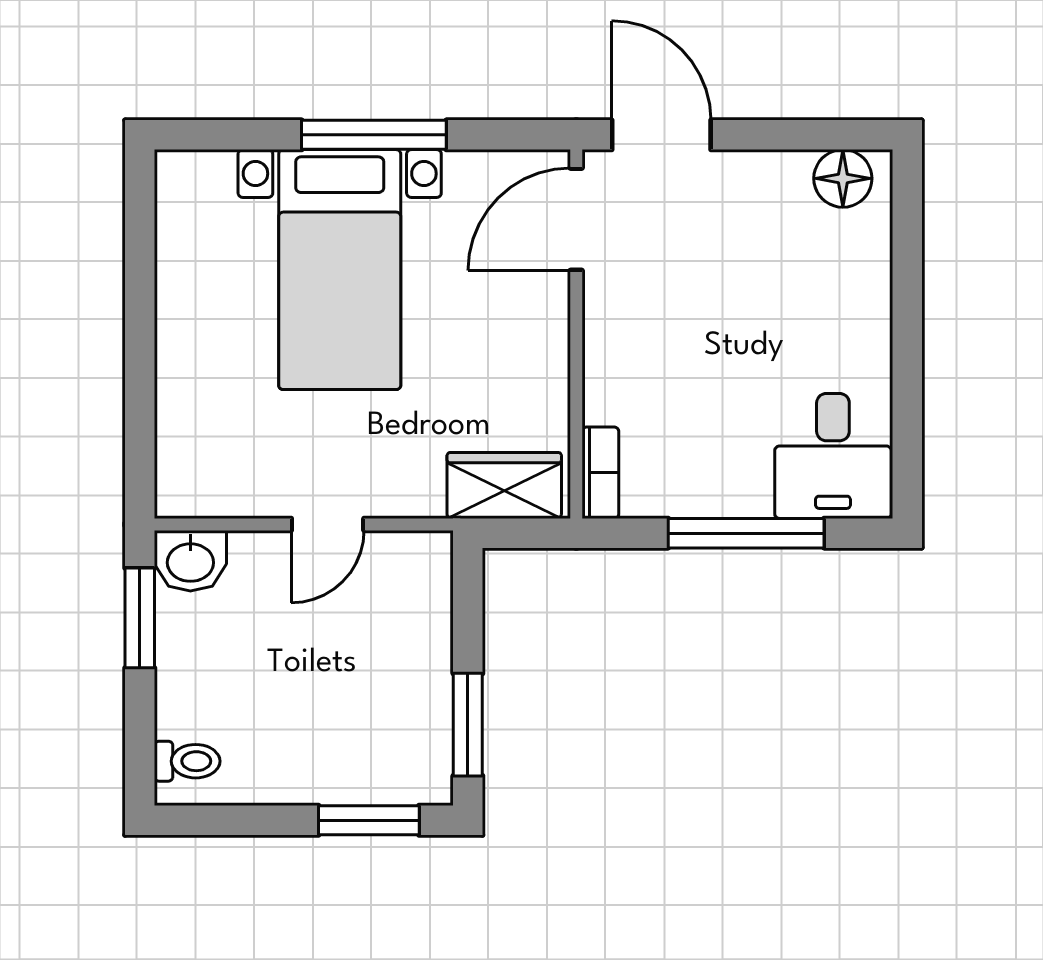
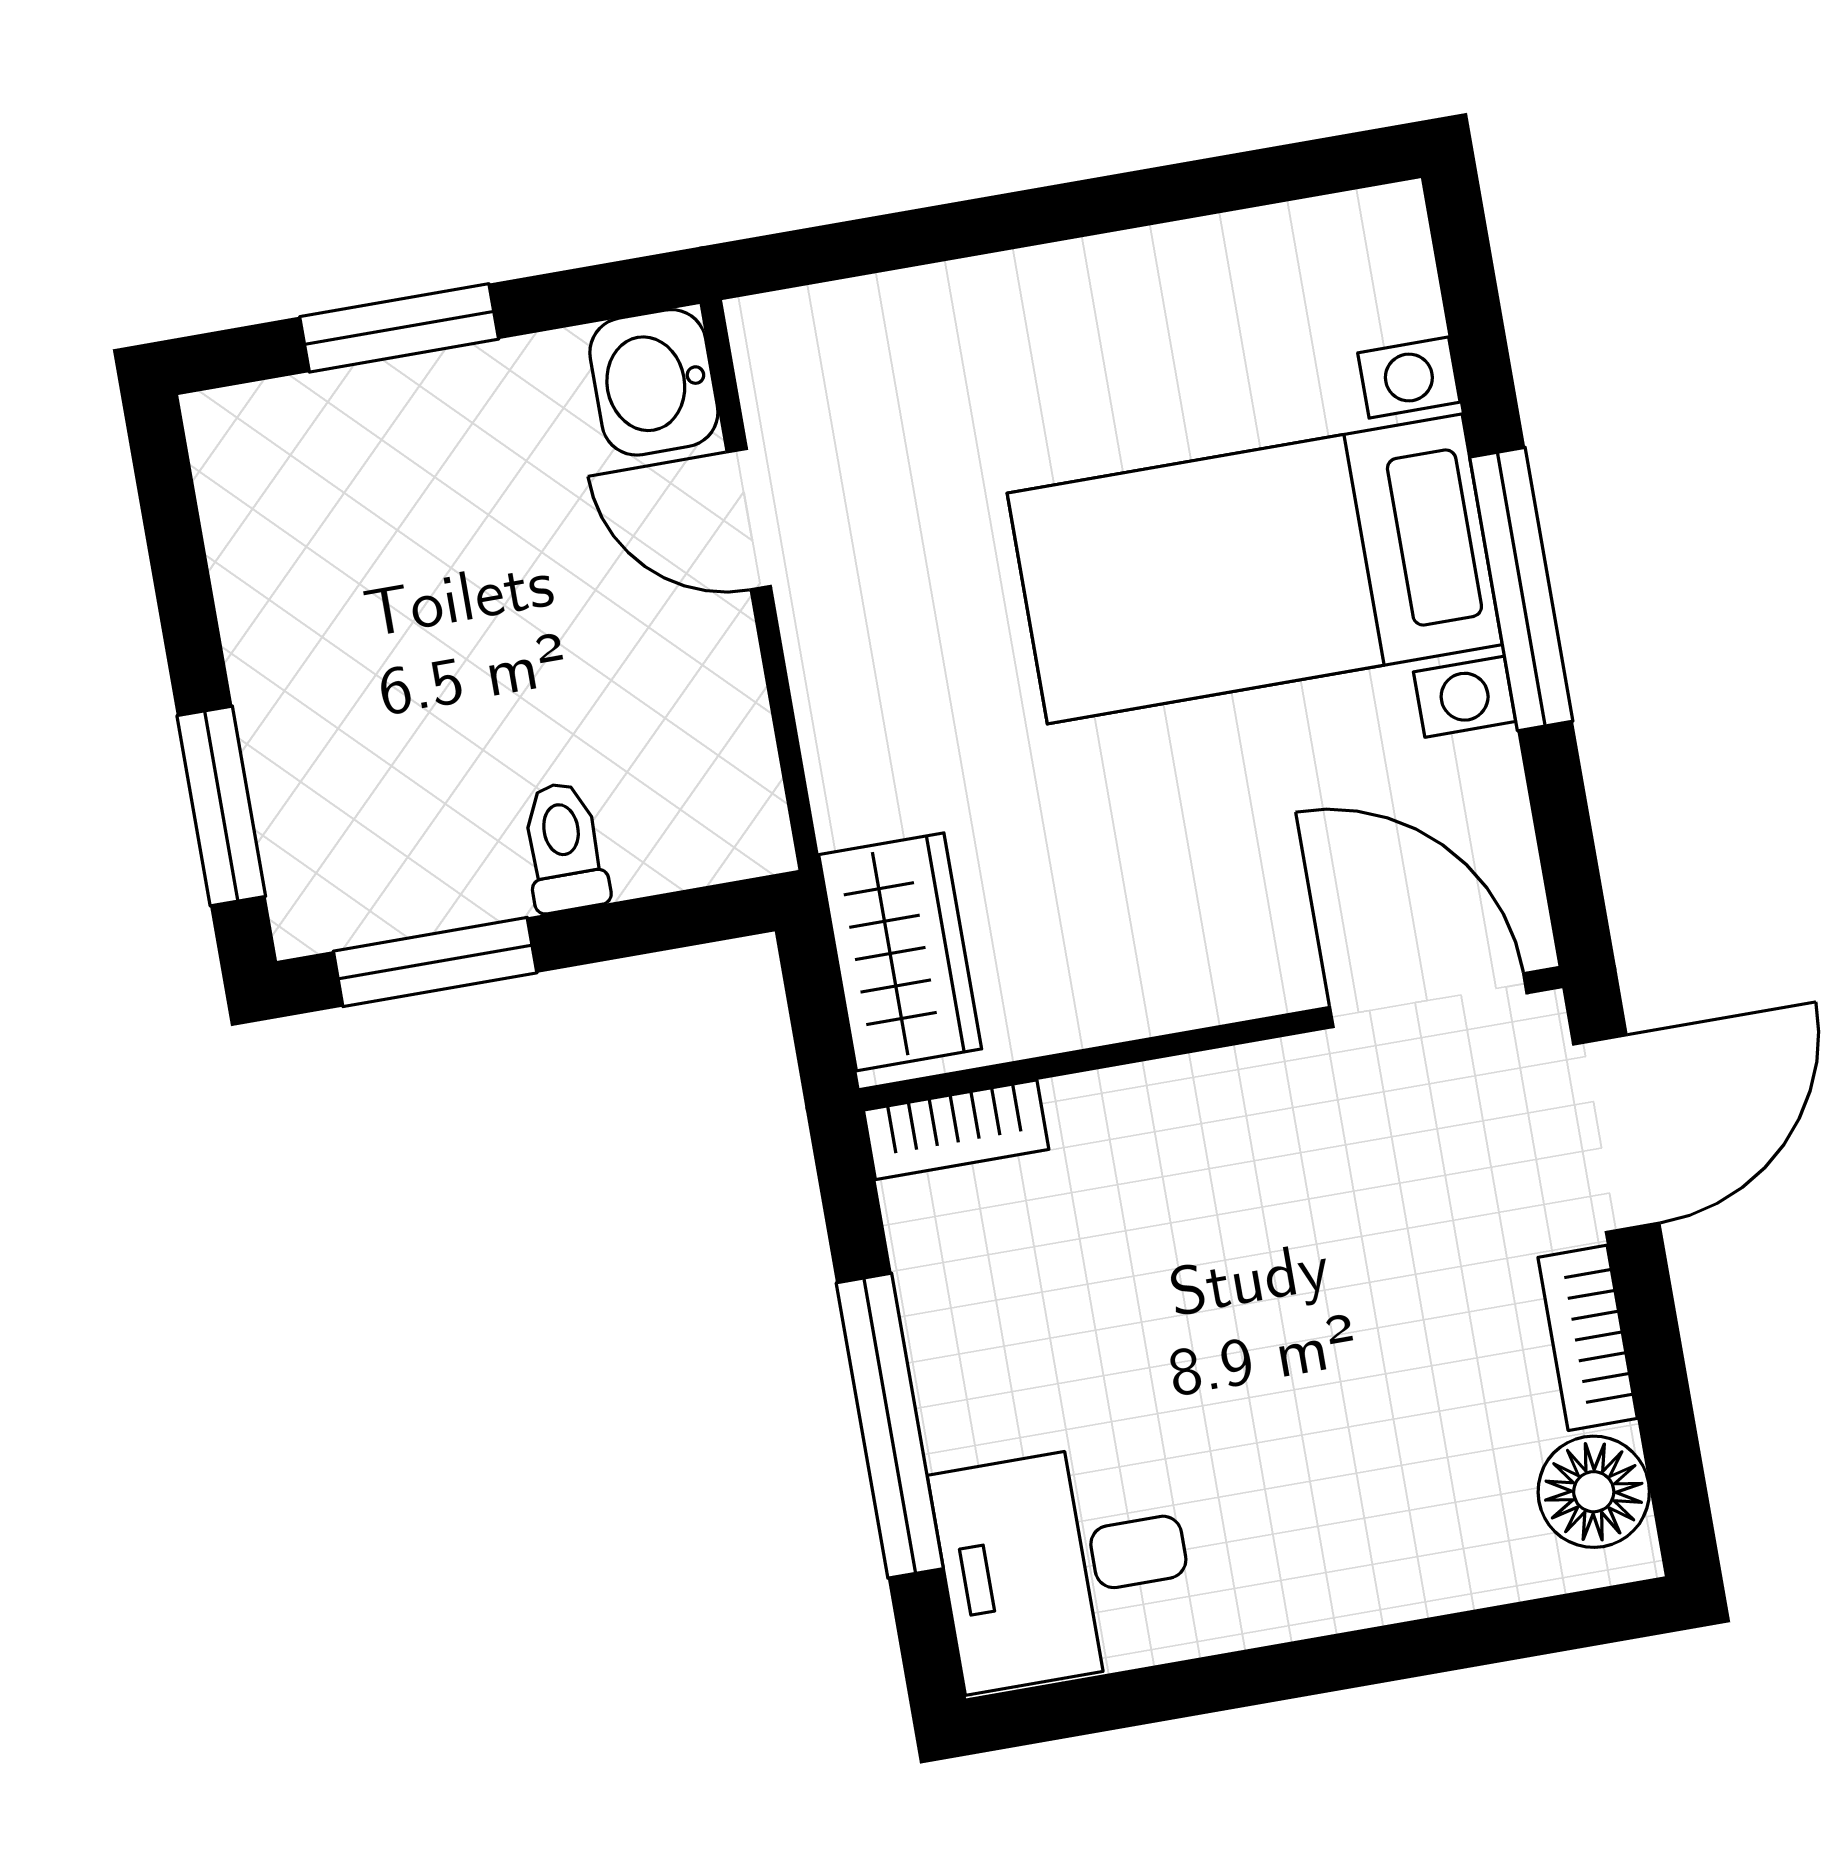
bookcase: (763, 168) -> (1588, 1338), added
door: (328, 524) -> (749, 519), moved
window: (140, 618) -> (399, 328), moved
toilet: (187, 761) -> (564, 847), moved, turned 180

